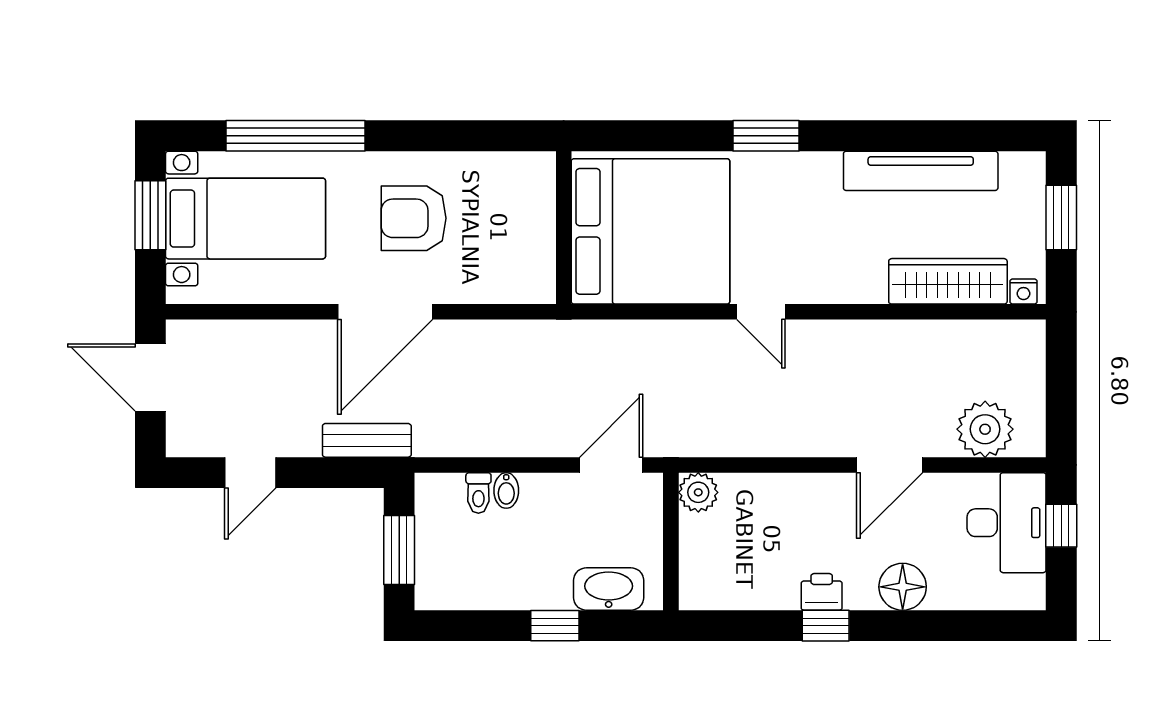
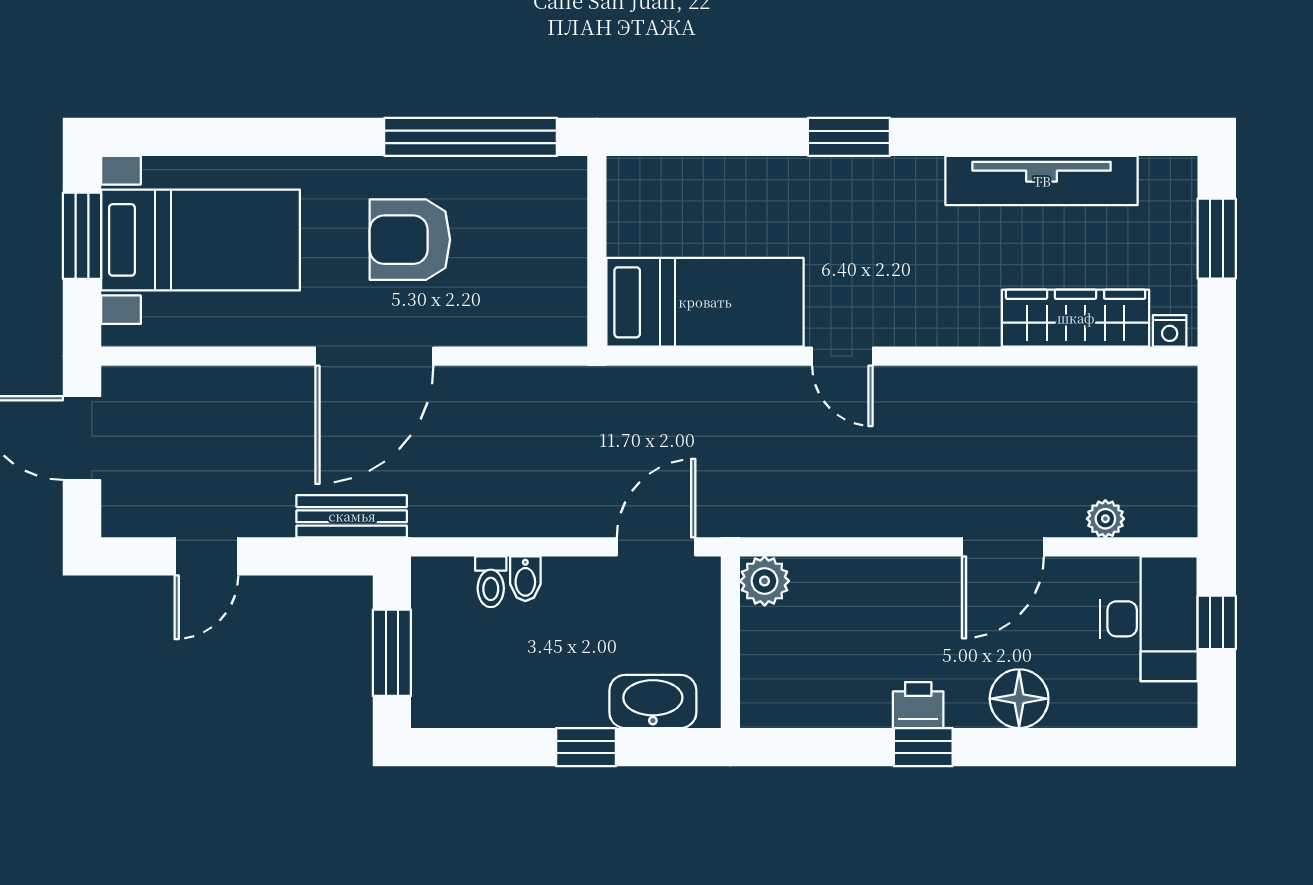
window: (295, 136) -> (471, 137), moved
bed: (650, 231) -> (705, 302), width x0.49
plant: (985, 429) -> (1105, 519), width x0.53, depth x0.53

